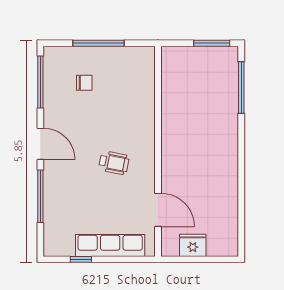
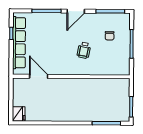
wheelchair: (114, 163) -> (84, 50), moved
door: (158, 210) -> (39, 76), swing flipped
row of seats: (110, 245) -> (19, 43), width x1.36
fridge: (193, 245) -> (19, 114), moved

